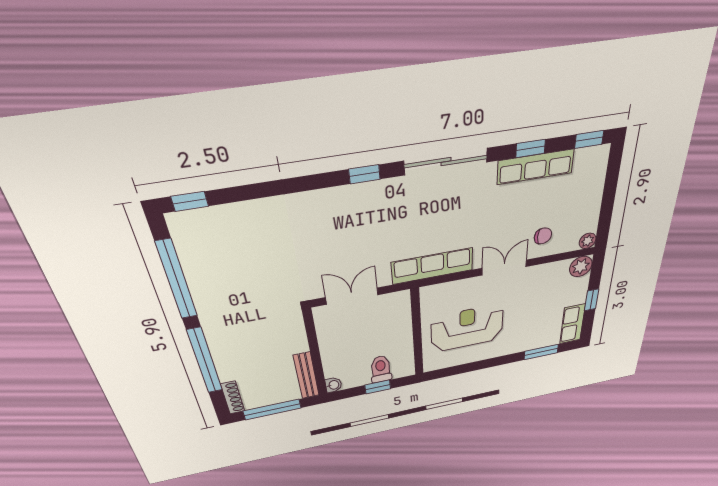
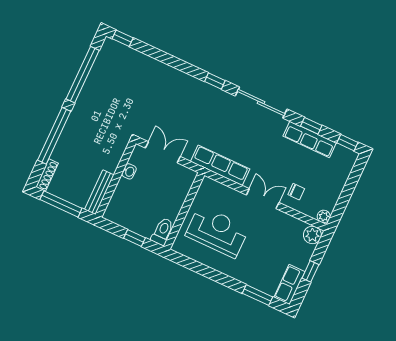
toilet: (381, 369) -> (162, 231), moved
washbasin: (333, 385) -> (129, 171), moved

